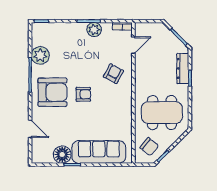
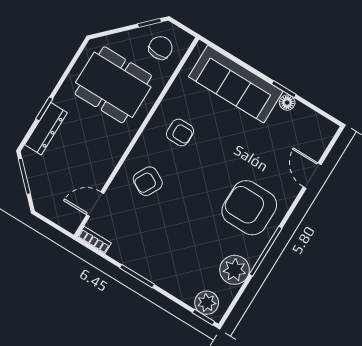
plant: (94, 30) -> (207, 303), moved
armchair: (83, 94) -> (180, 132), moved, turned 180
chair: (149, 147) -> (161, 48), turned 51
floor lamp: (62, 155) -> (287, 103), width x0.53, depth x0.53

